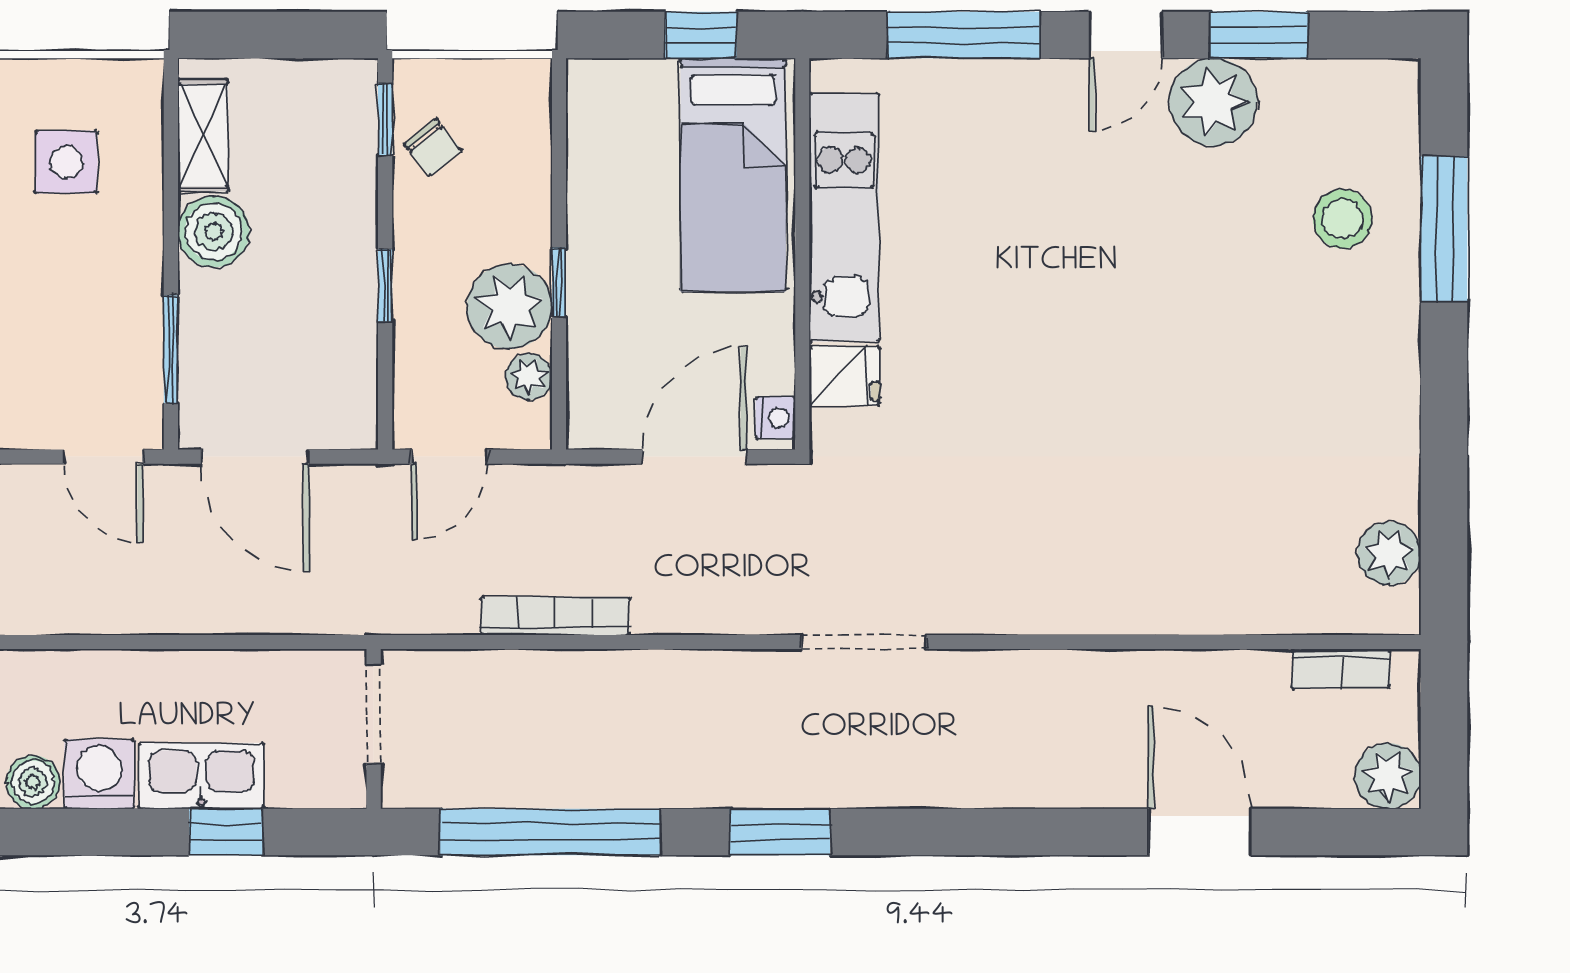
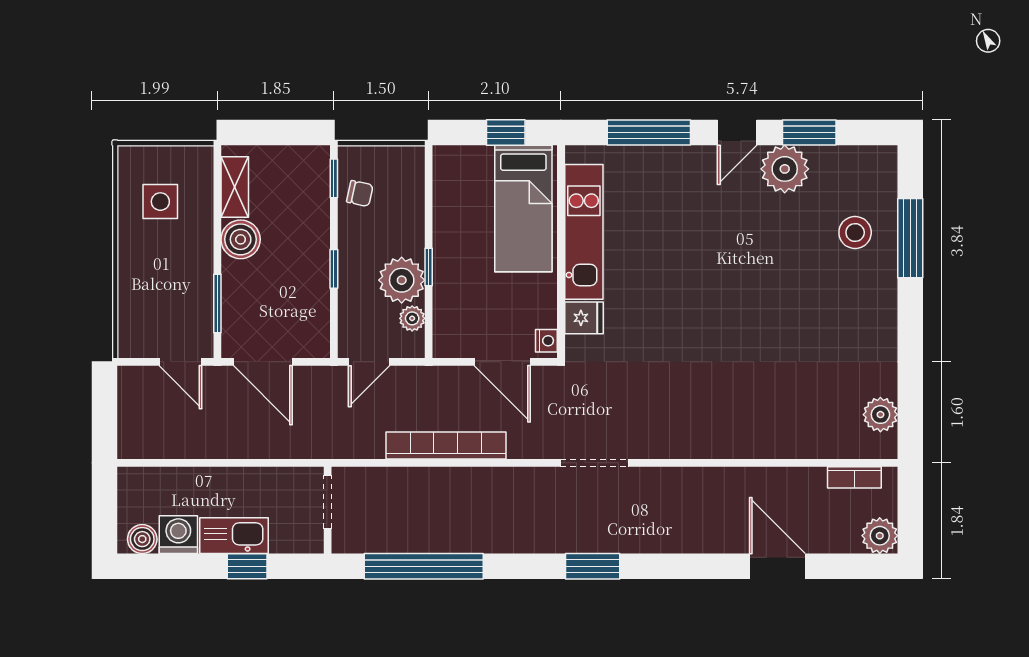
chair: (433, 147) -> (360, 193), turned -39
door: (694, 457) -> (502, 362), swing flipped
bookcase: (555, 616) -> (446, 445), width x1.48, depth x1.31
window: (780, 832) -> (593, 566), moved

